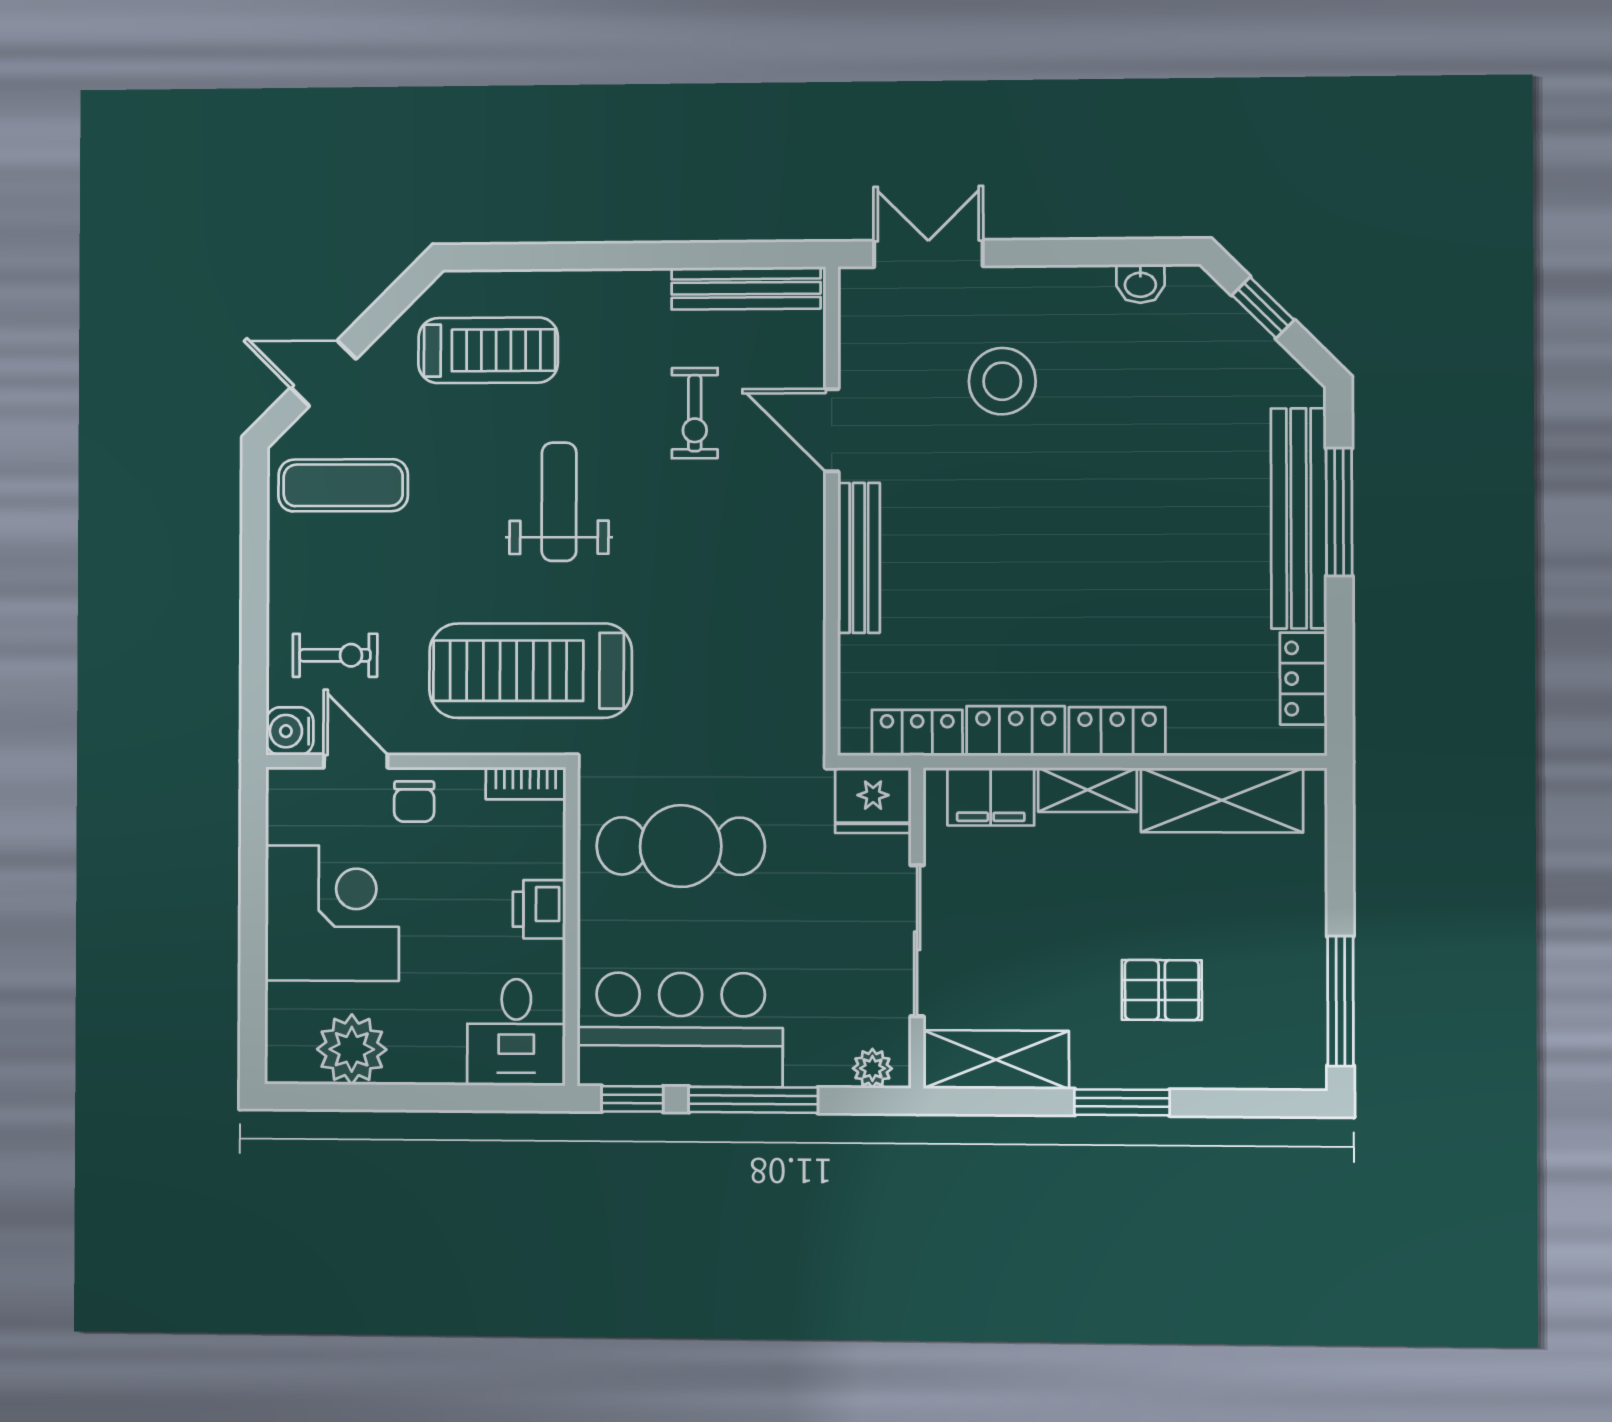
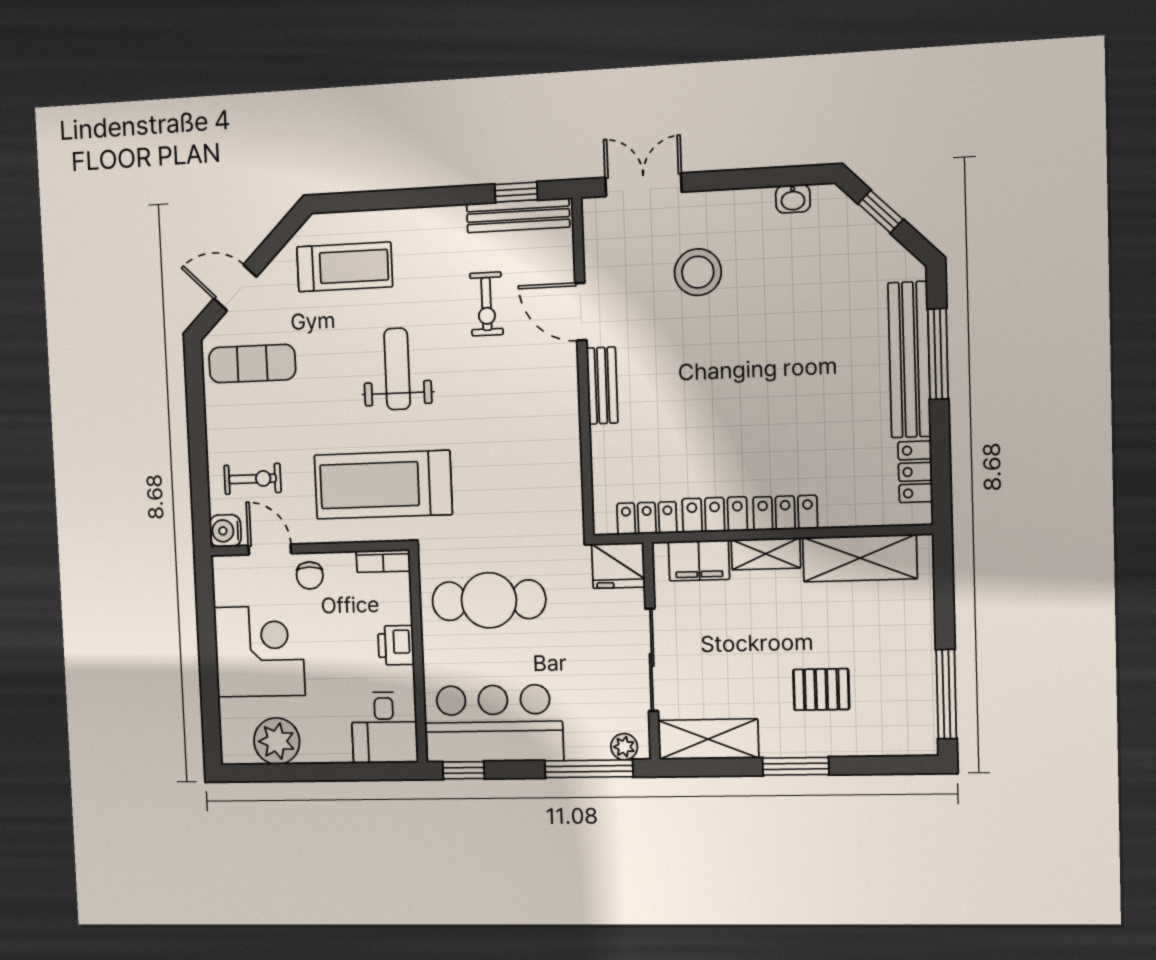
window: (744, 255) -> (516, 192), added
bench: (859, 558) -> (602, 386), width x0.73
window: (753, 1100) -> (589, 769), moved

